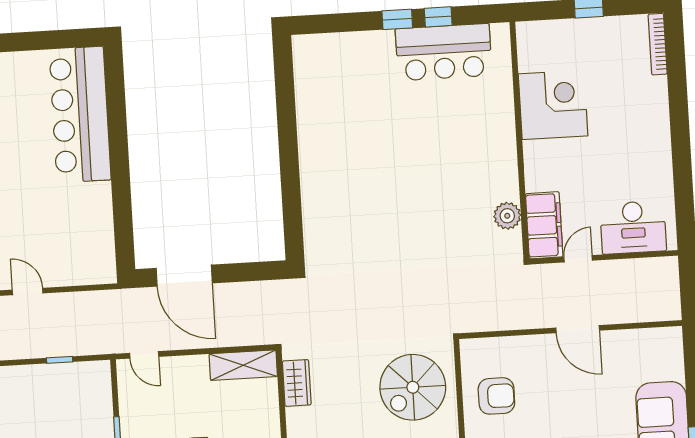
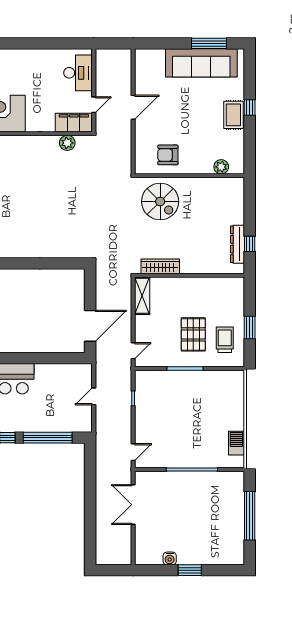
door: (578, 259) -> (94, 105), swing flipped
door: (28, 291) -> (94, 396), moved
wardrobe: (297, 383) -> (160, 266), width x1.50
armchair: (496, 396) -> (168, 155), turned -90

